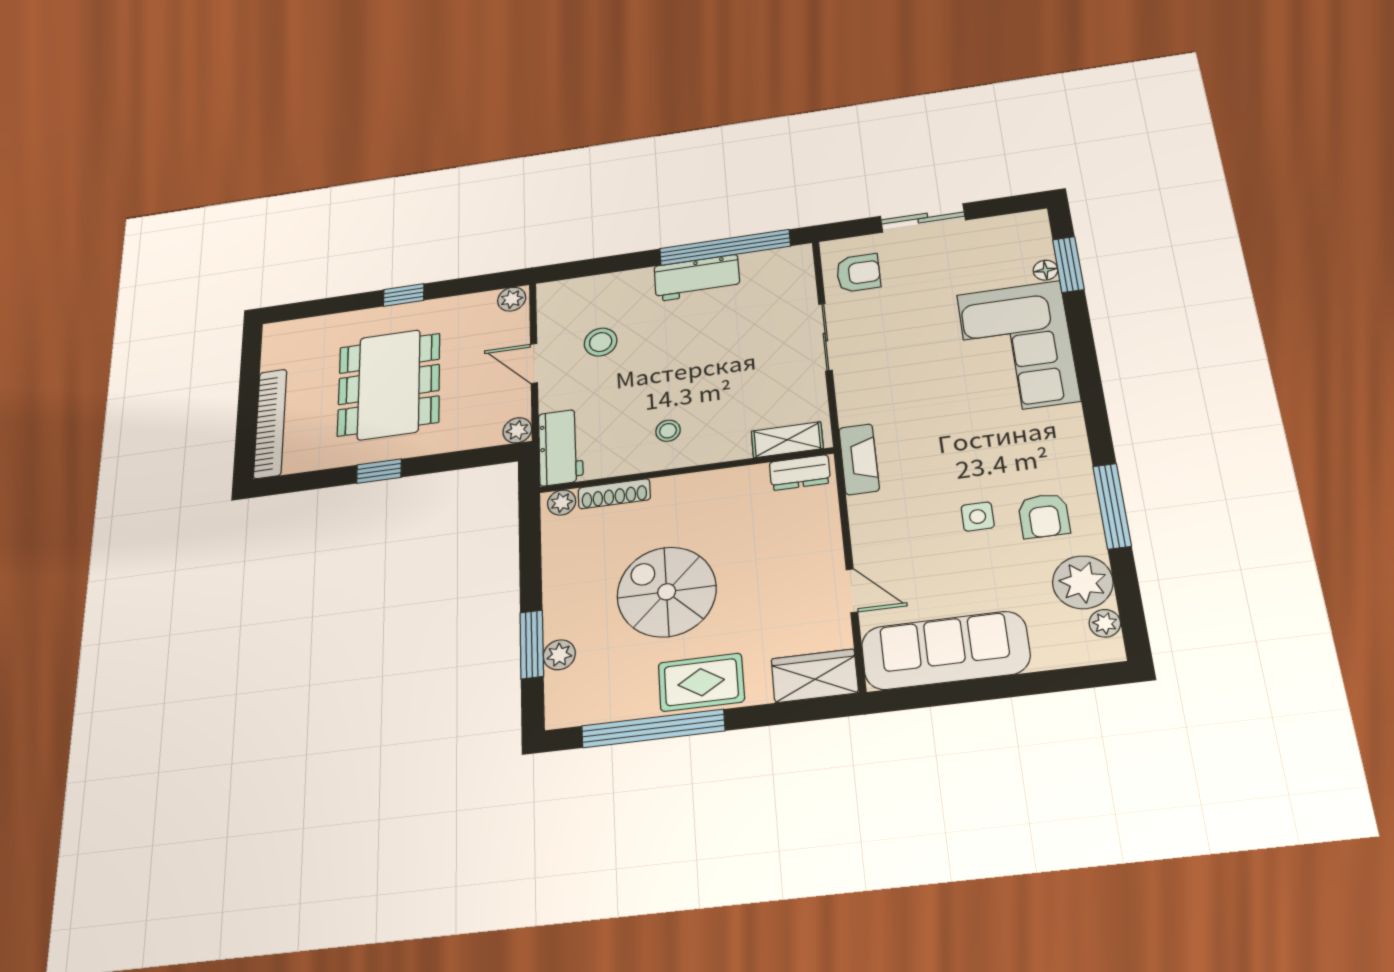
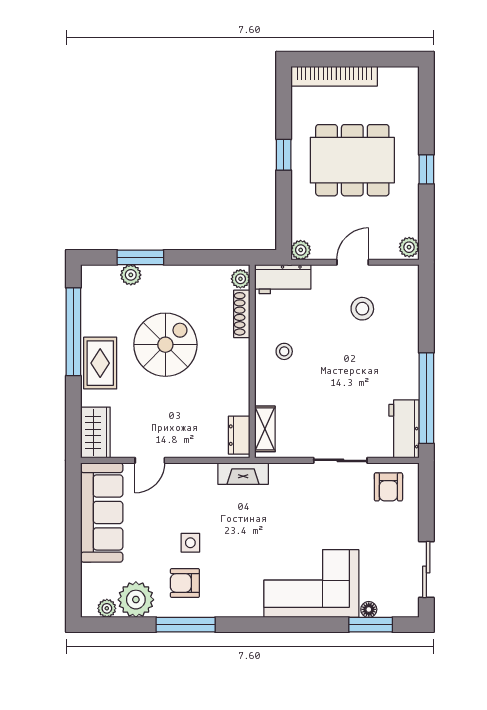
sliding door: (923, 218) -> (426, 569), moved
workbench: (697, 278) -> (404, 429), moved

